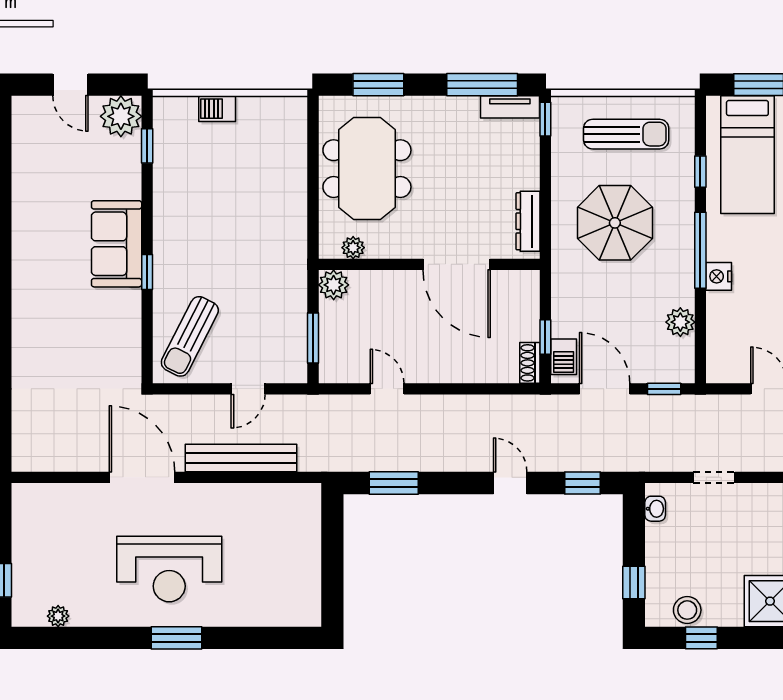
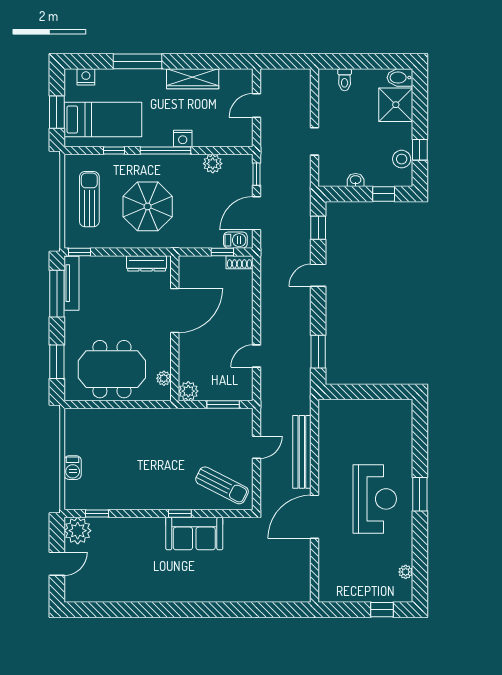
tv unit: (510, 107) -> (71, 283), width x1.41
sofa: (117, 244) -> (194, 534), moved
door: (248, 389) -> (257, 447), hinge flipped
washbasin: (655, 509) -> (356, 180), moved

